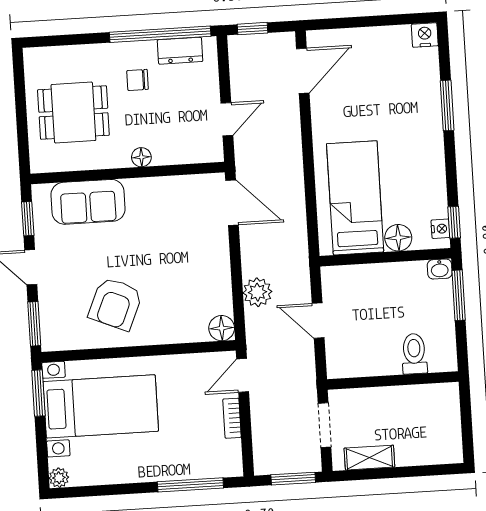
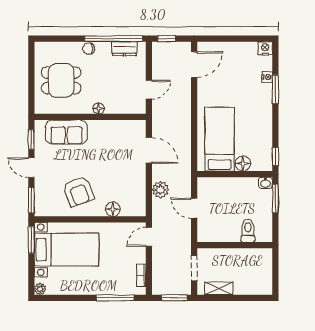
chair: (138, 80) -> (89, 49), moved
door: (232, 203) -> (149, 150), moved
nightstand: (440, 229) -> (267, 77), moved
armchair: (115, 304) -> (79, 191), turned -44
floor lamp: (222, 328) -> (113, 209), moved
bookcase: (232, 418) -> (141, 275), moved

